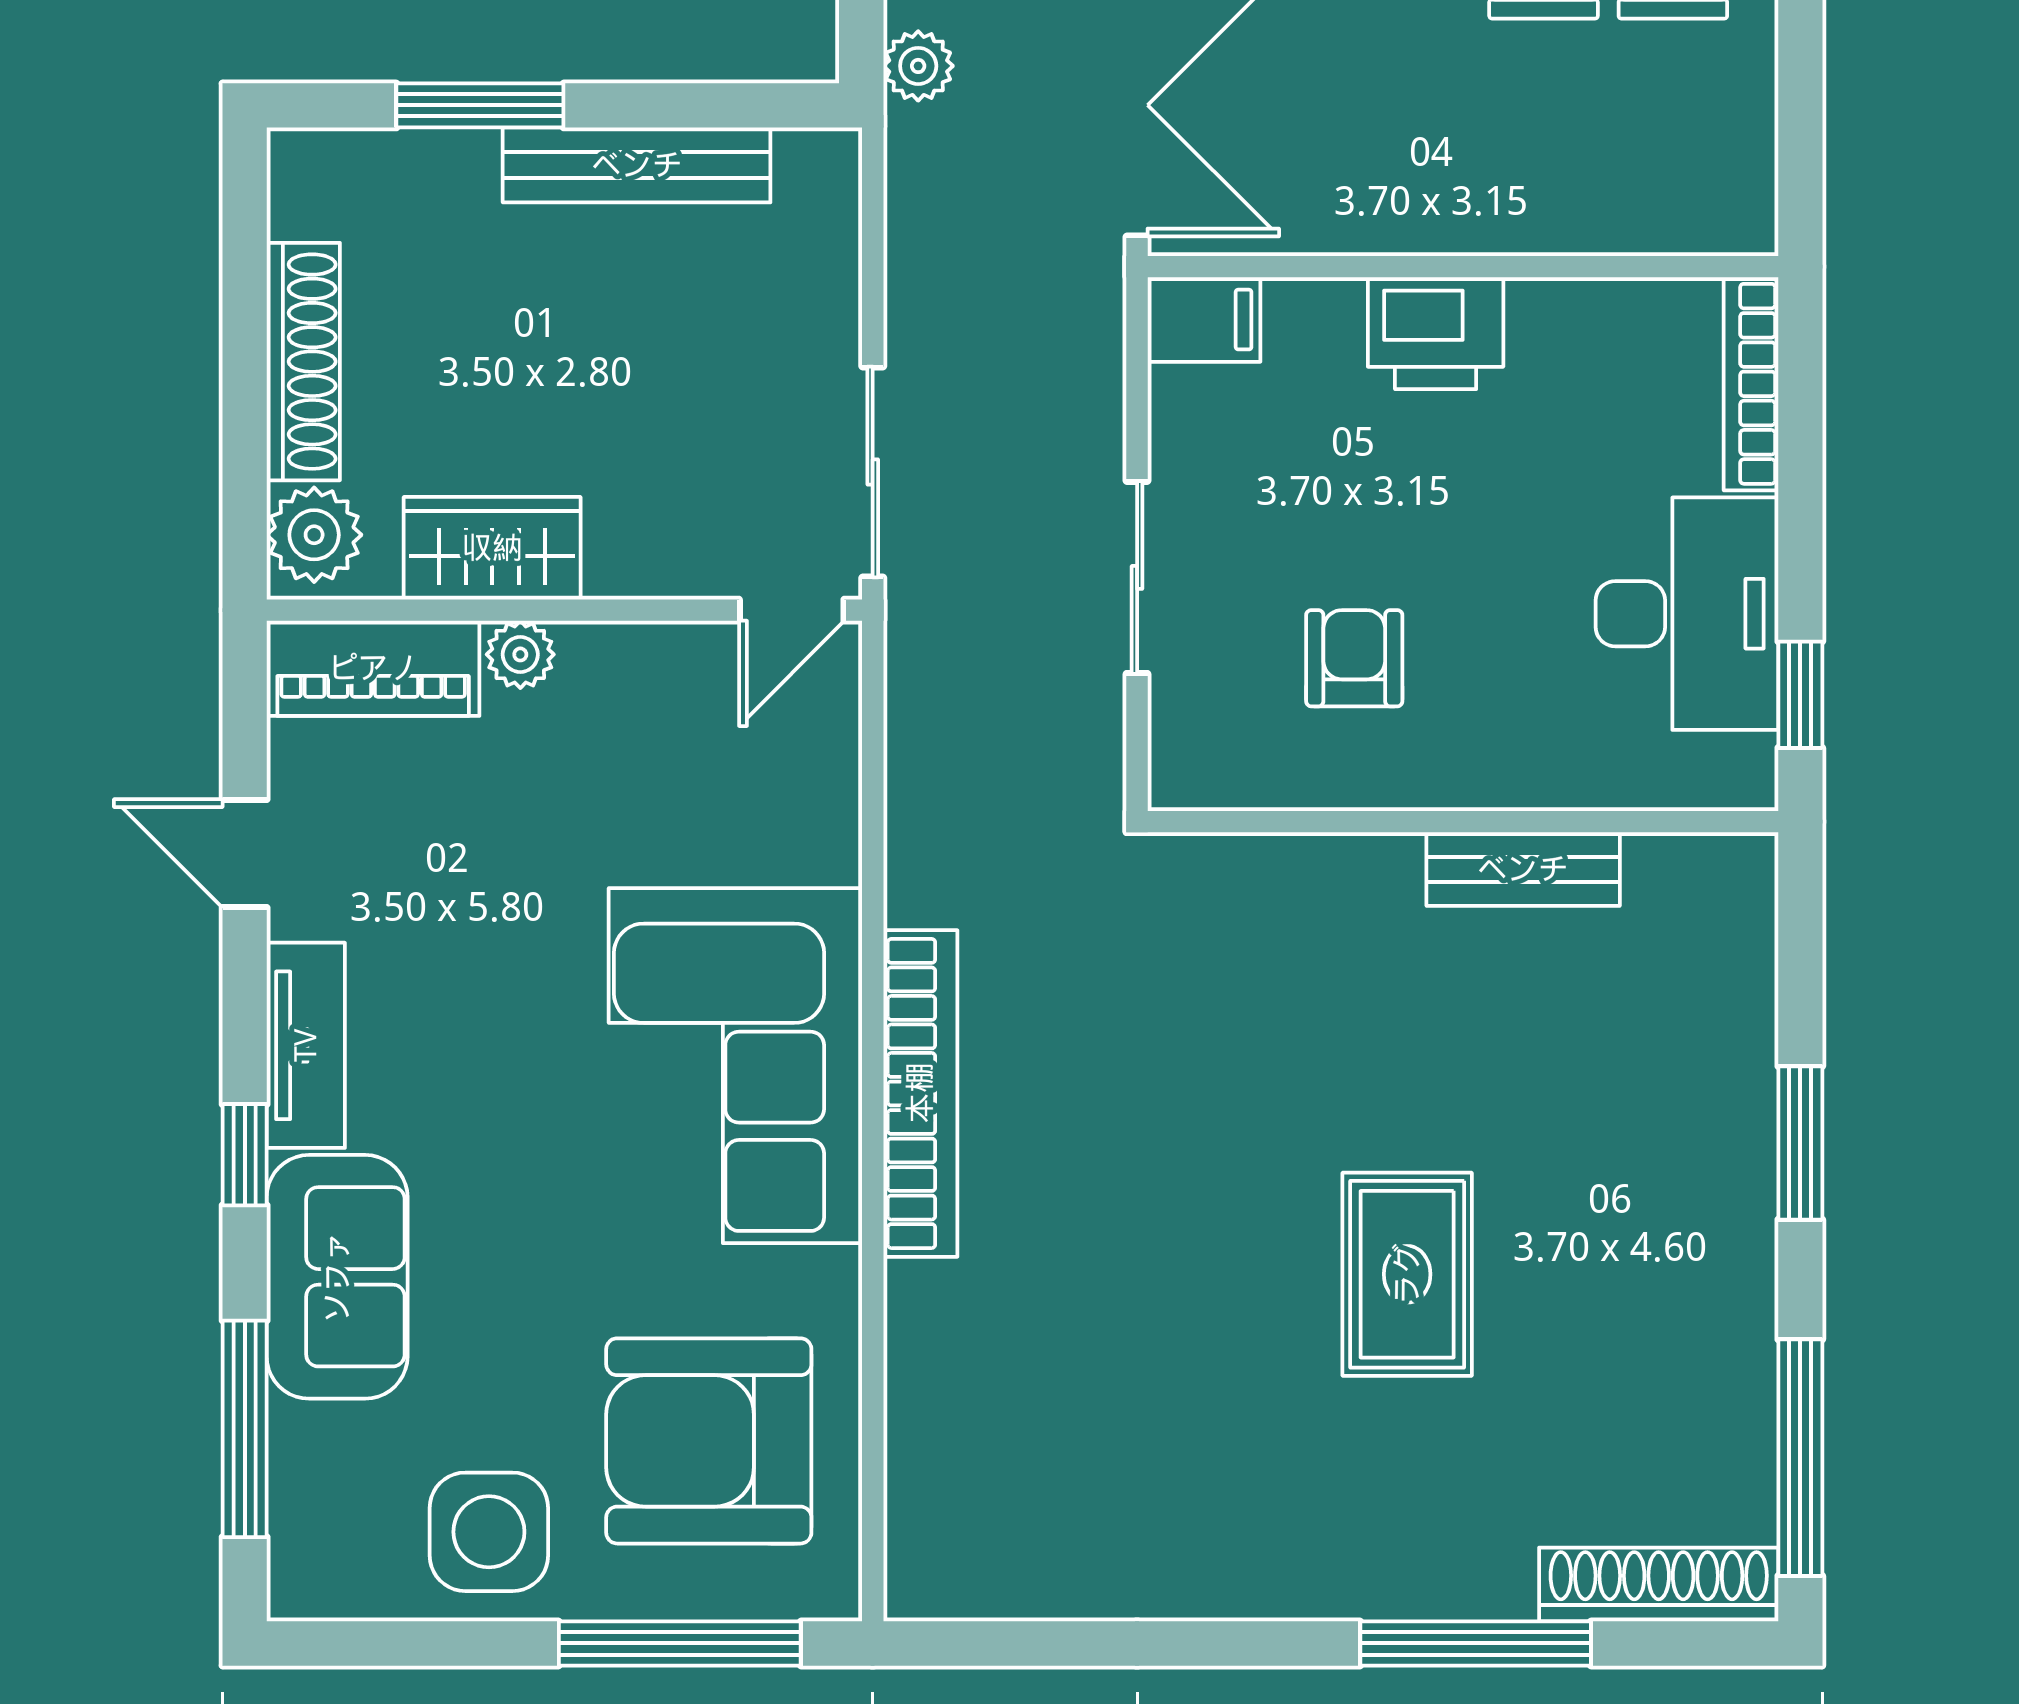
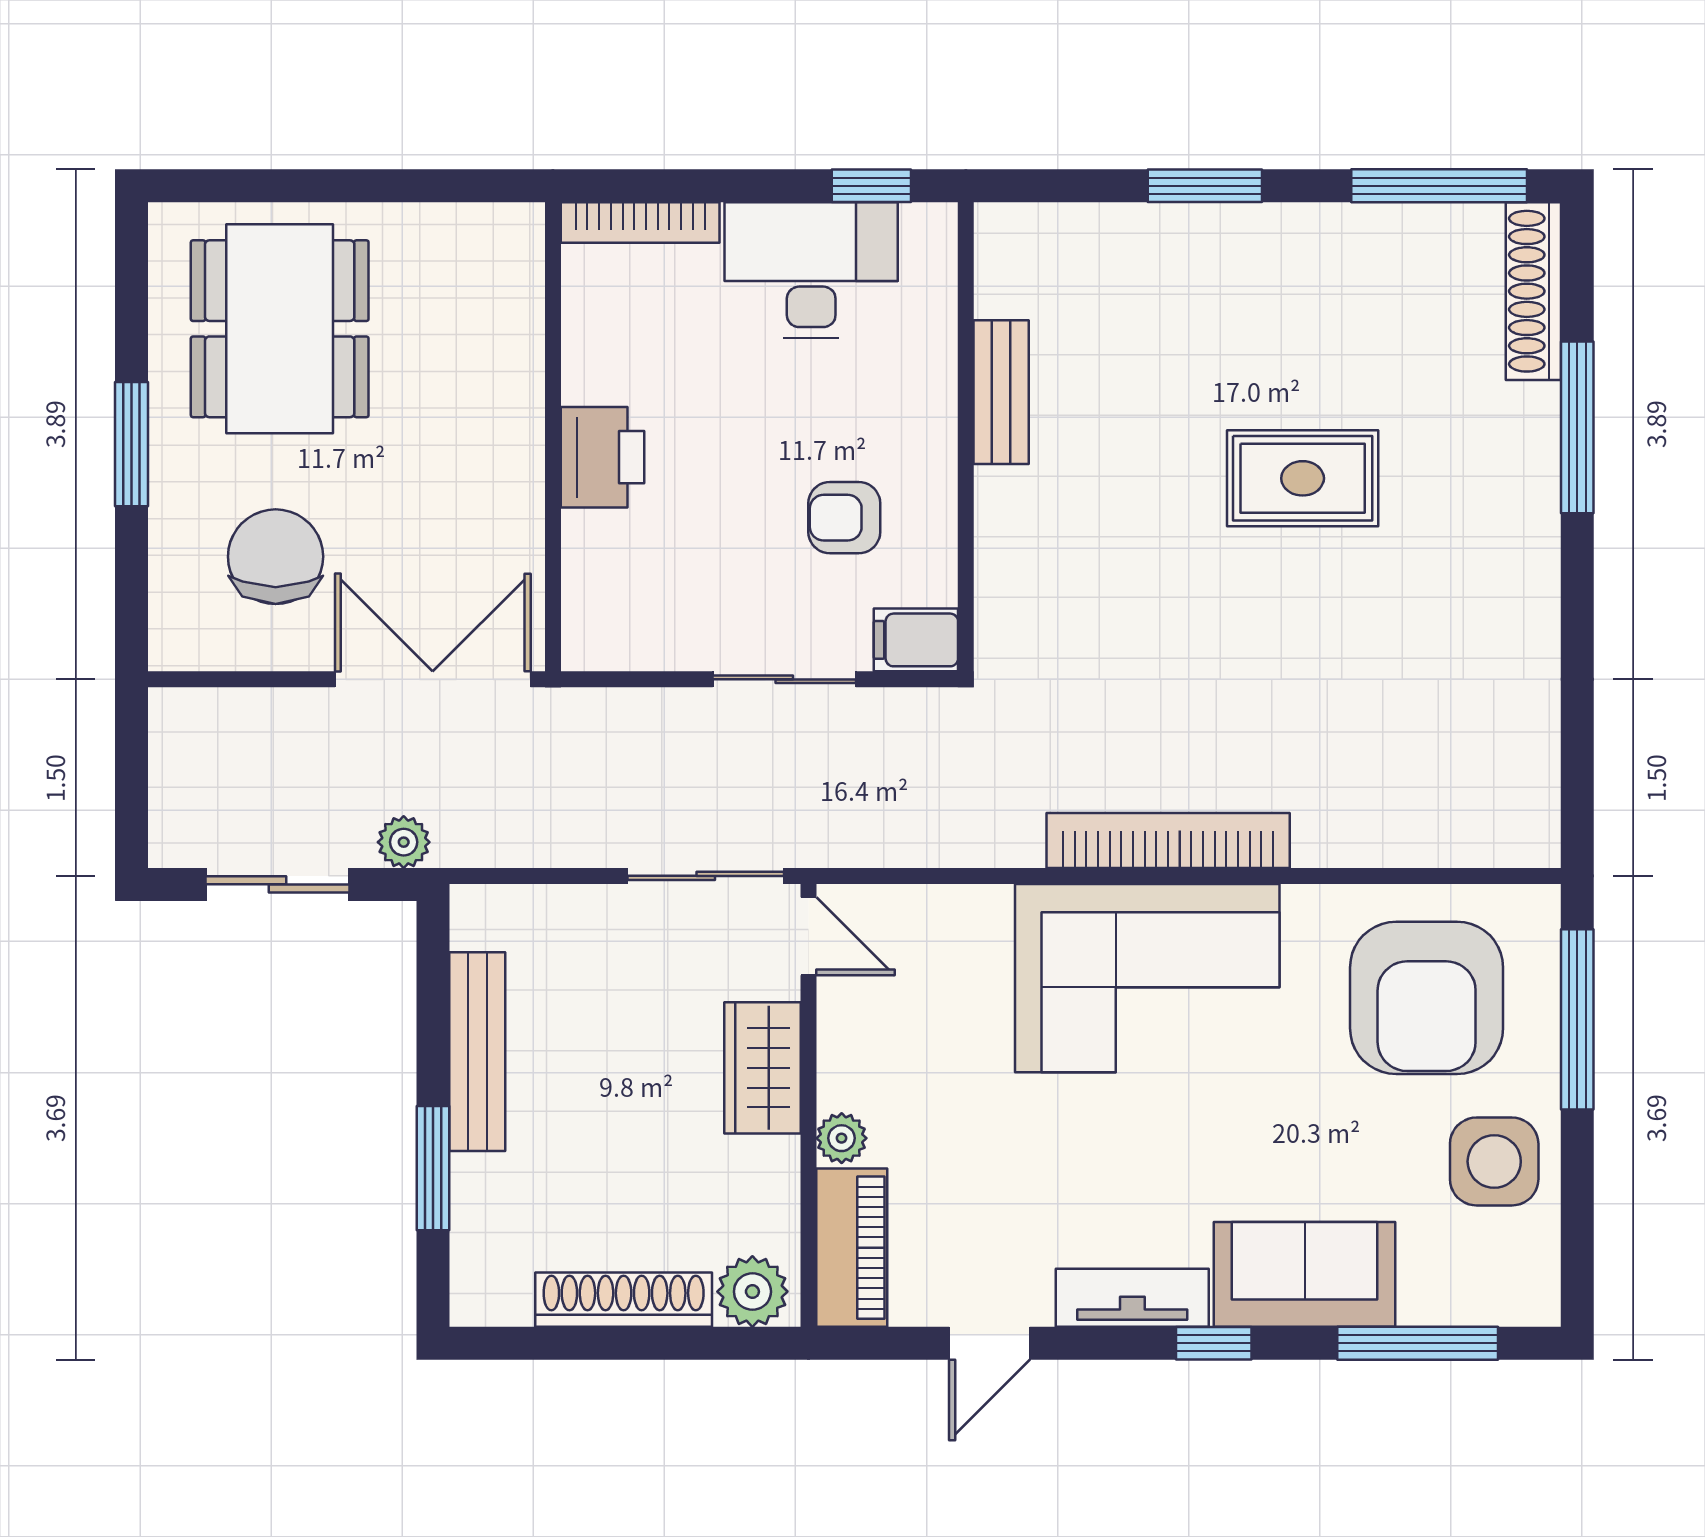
filing cabinet: (1204, 320) -> (916, 640), moved, turned -90
wardrobe: (492, 548) -> (762, 1068), moved

